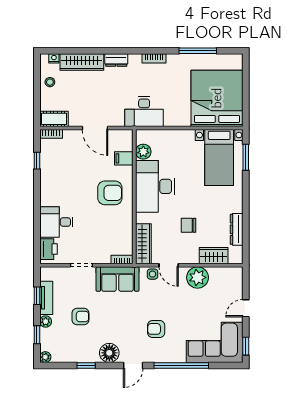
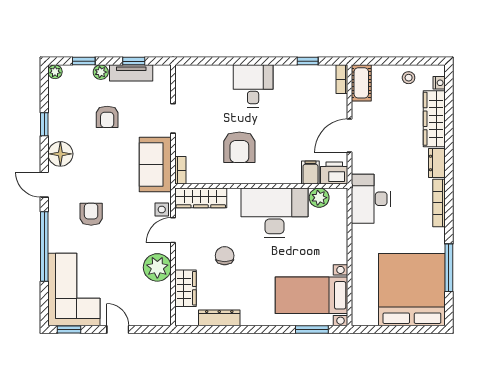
bookcase: (154, 58) -> (439, 203), width x1.56
bed: (217, 98) -> (412, 290), moved, turned -90
armchair: (110, 193) -> (239, 147), moved
desk: (56, 222) -> (253, 86), moved
printer: (49, 249) -> (334, 173), moved, turned 180

